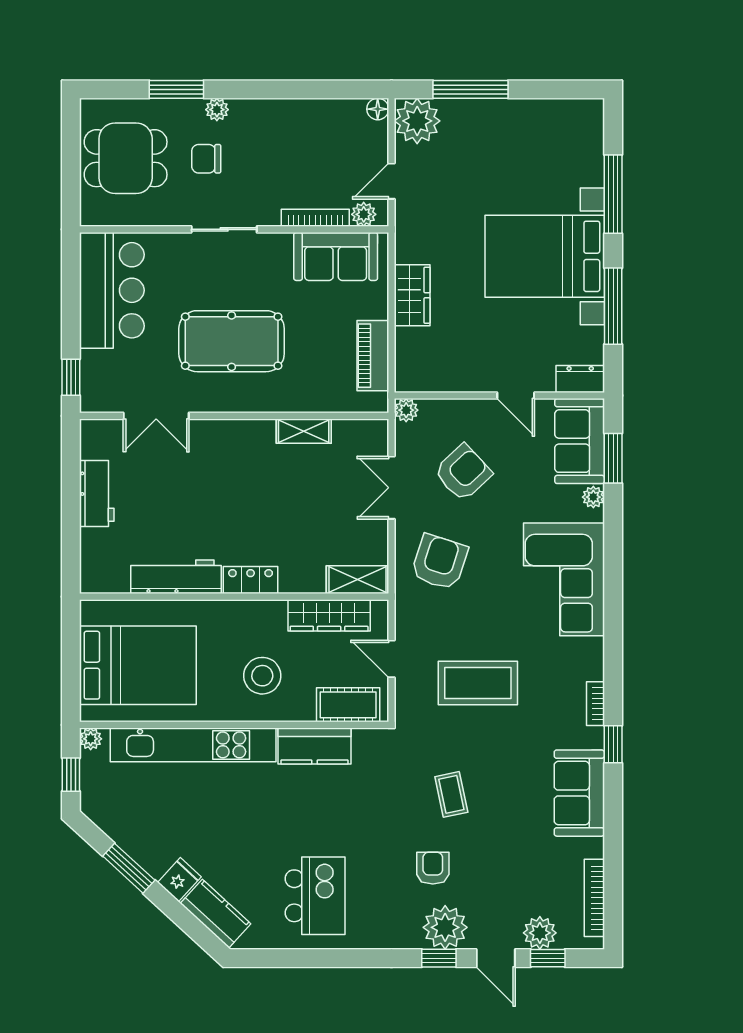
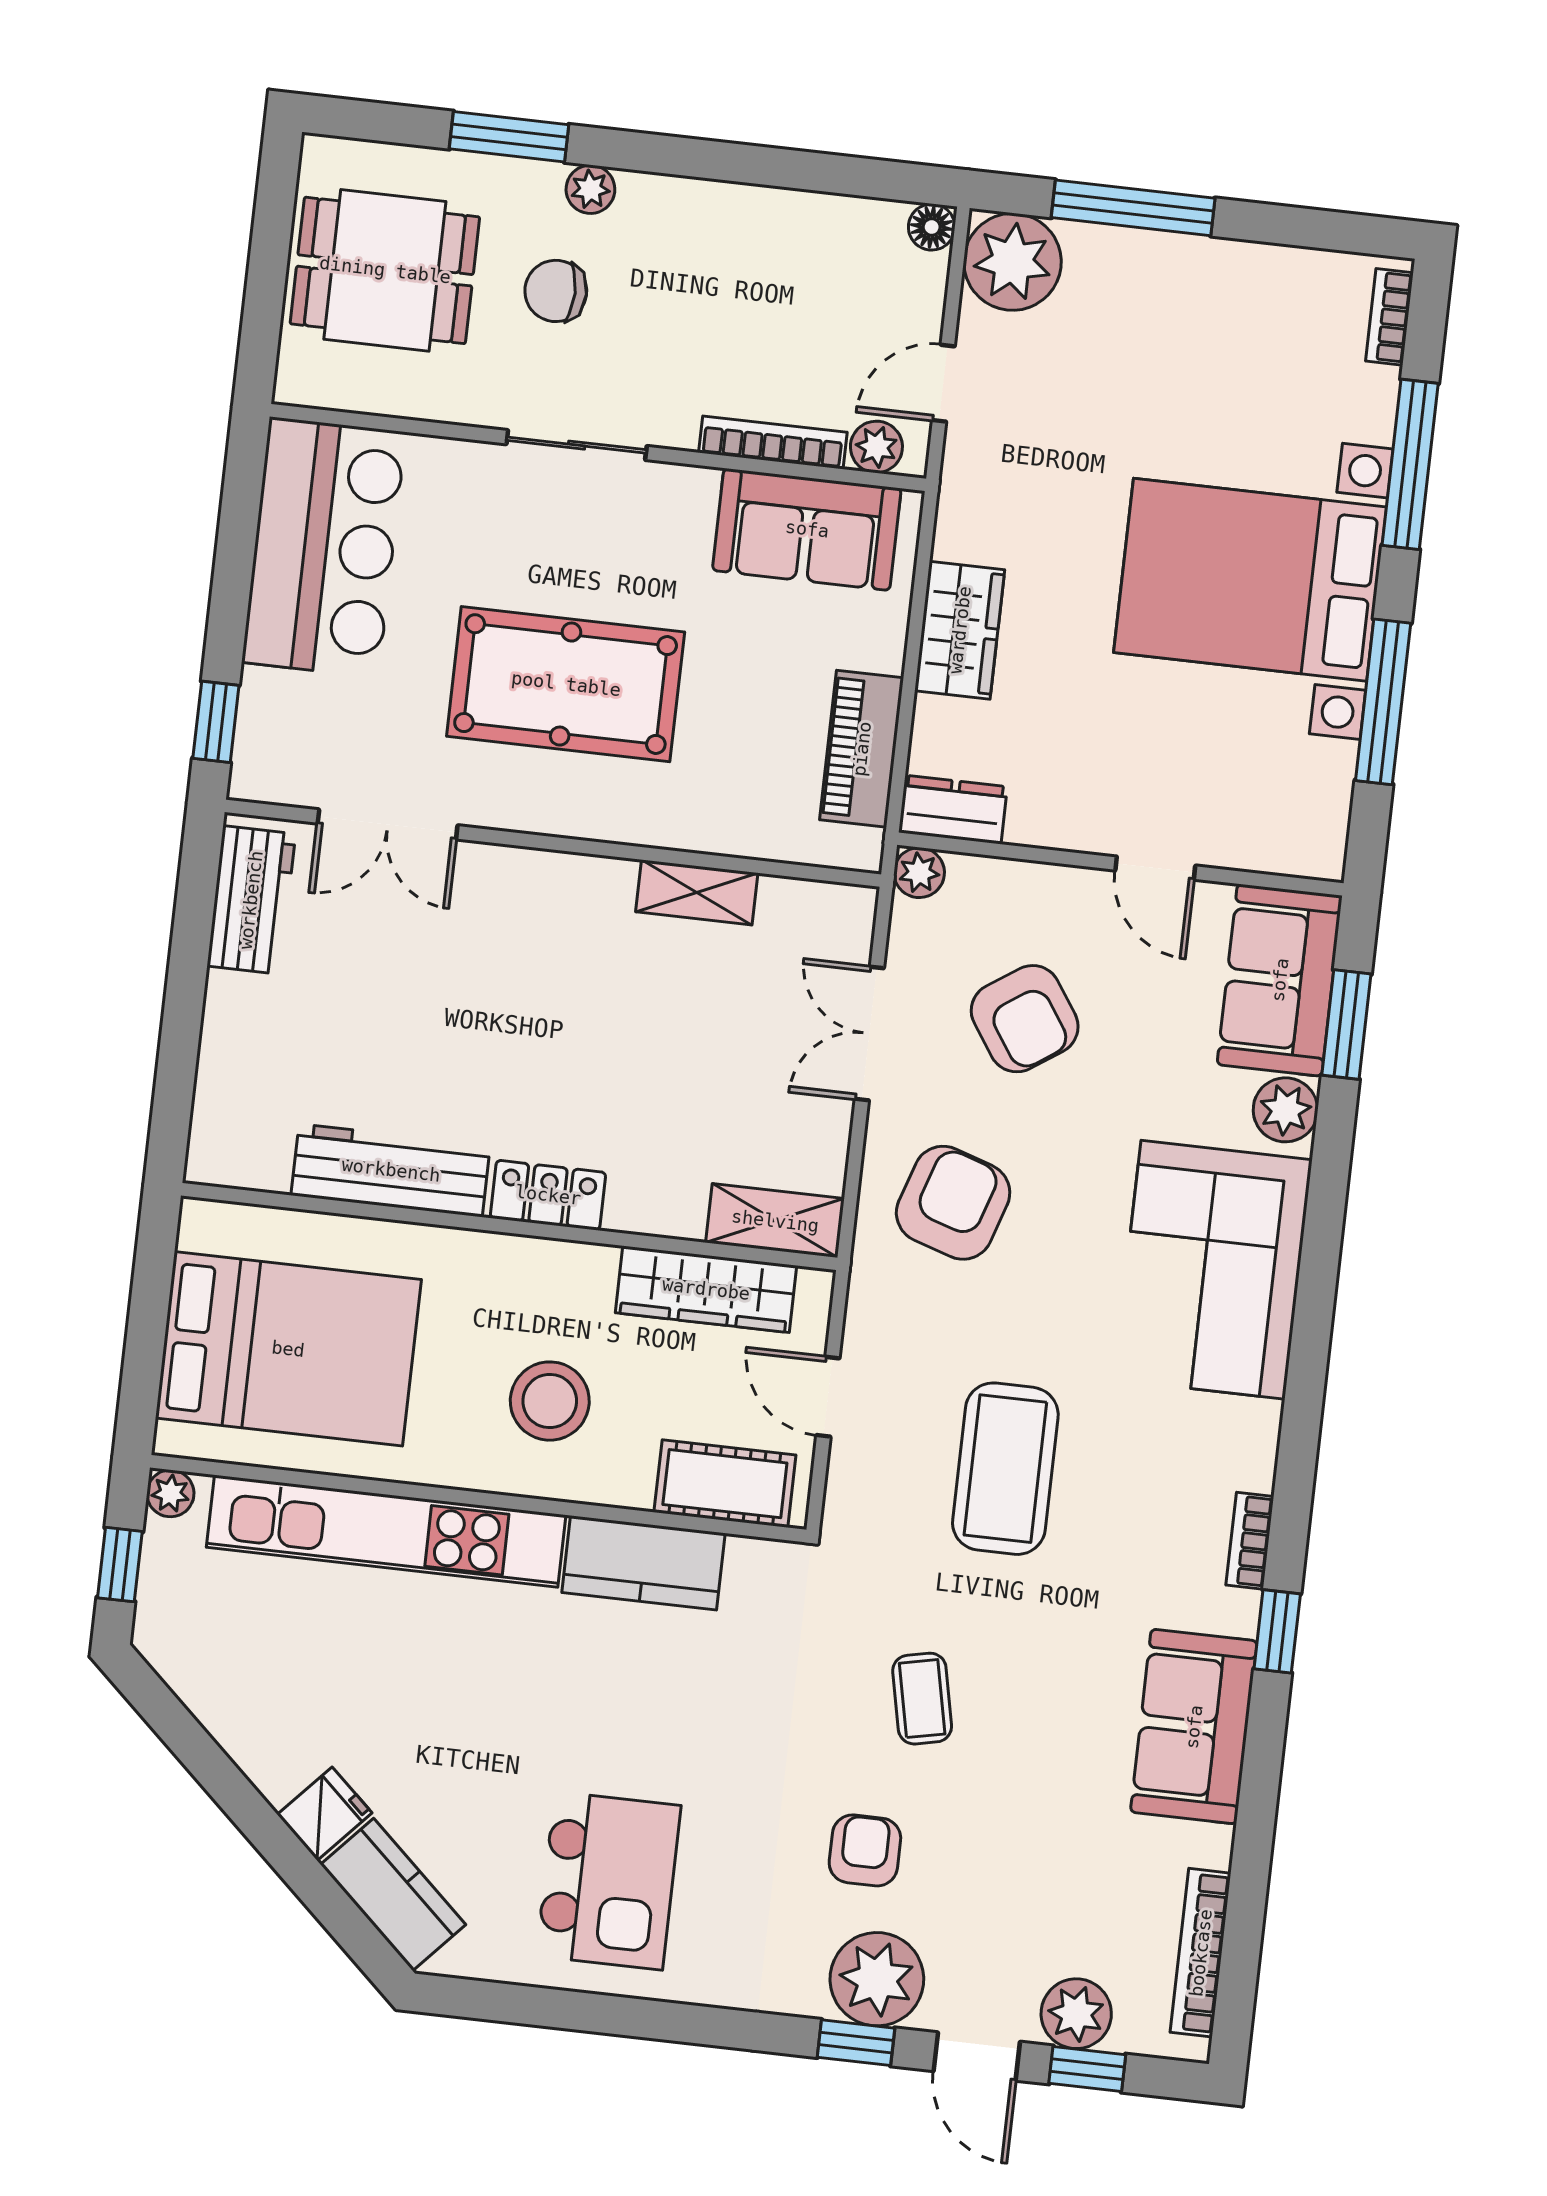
bookcase: (596, 127) -> (1389, 317), added
dresser: (580, 379) -> (953, 810), moved
armchair: (463, 473) -> (1025, 1019), turned 99
workbench: (97, 494) -> (251, 900), moved
plant: (593, 497) -> (1285, 1110), width x1.38, depth x1.38
coffee table: (478, 683) -> (1005, 1469), turned 90
window: (129, 868) -> (220, 1777), removed

